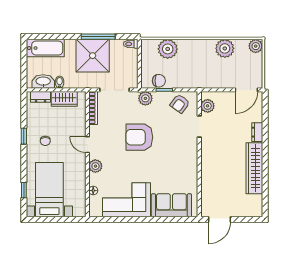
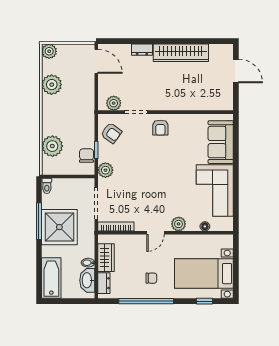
window: (24, 136) -> (146, 301), width x3.17
armchair: (139, 137) -> (160, 128), moved, width x0.53, depth x0.53
door: (220, 219) -> (236, 71), moved

